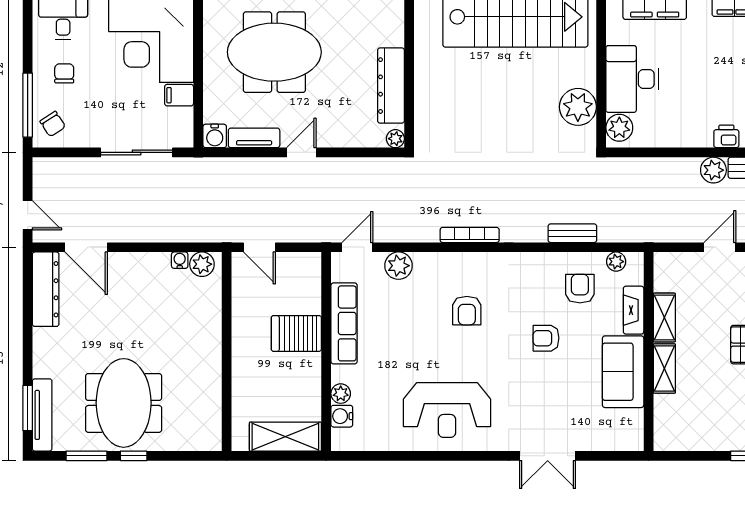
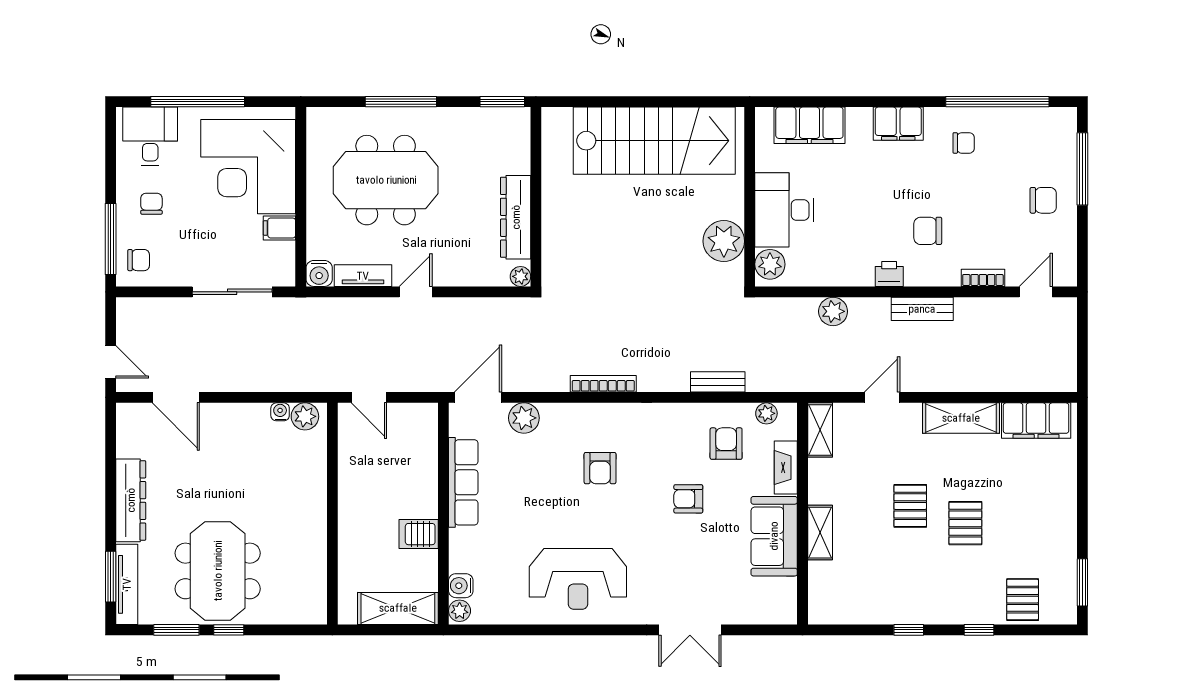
chair: (53, 124) -> (139, 260), turned -57
plant: (713, 170) -> (833, 311), moved
door: (357, 247) -> (478, 397), width x1.38
dresser: (46, 289) -> (131, 500), moved
shelving: (664, 317) -> (820, 430), moved
server rack: (296, 333) -> (419, 534), moved, width x0.73, depth x0.70
plant: (341, 394) -> (460, 611), moved

